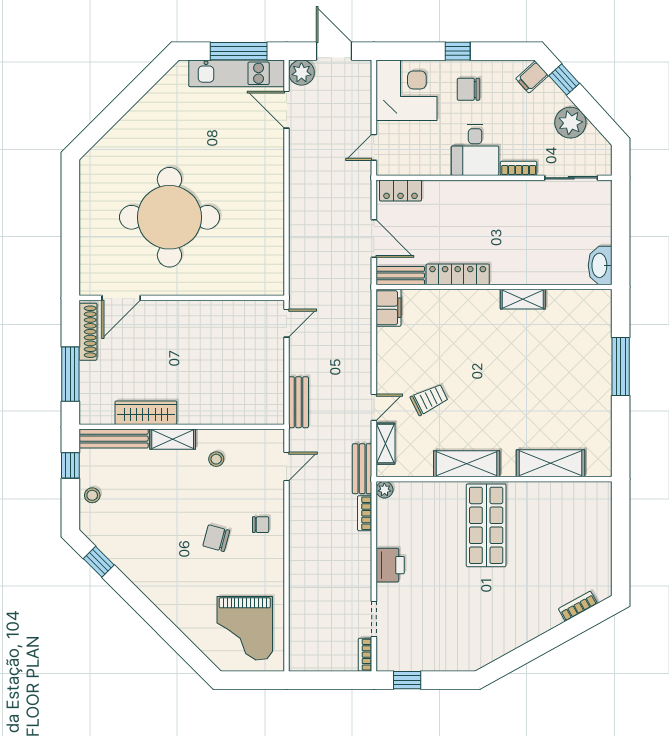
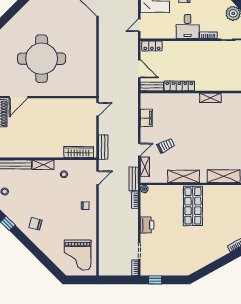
filing cabinet: (388, 308) -> (146, 118), moved
wardrobe: (146, 413) -> (79, 152), moved
chair: (216, 538) -> (36, 224), moved

